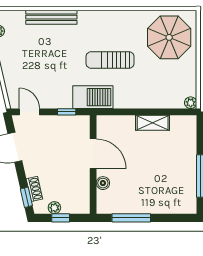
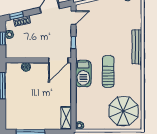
bench: (51, 17) -> (137, 47), moved
barbecue: (93, 97) -> (83, 74), moved
shelving: (153, 123) -> (66, 118), moved
door: (93, 154) -> (58, 60), moved

